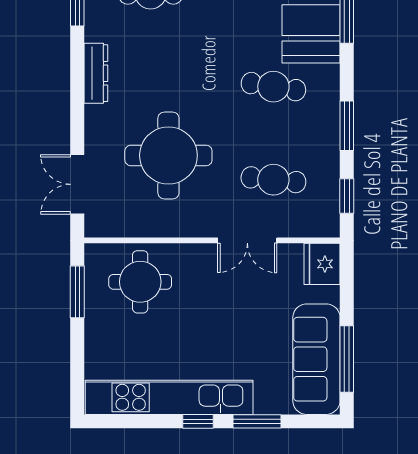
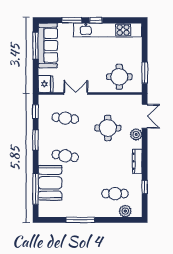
plant: (99, 139) -> (136, 134), added
round table: (168, 155) -> (108, 128), width x0.73, depth x0.73

